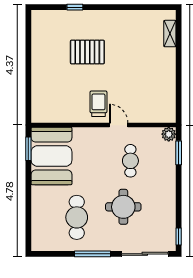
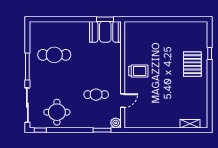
pallet: (87, 52) -> (192, 64), moved
door: (119, 125) -> (123, 101), moved
booth: (52, 156) -> (105, 32), width x0.73, depth x0.70
round table: (123, 207) -> (57, 112), moved

